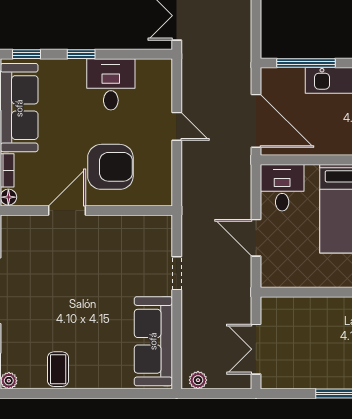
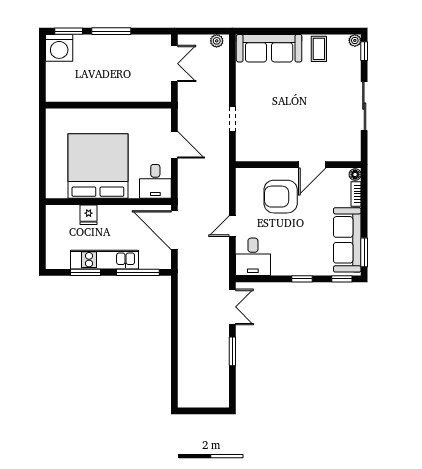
desk: (111, 84) -> (253, 257), moved
door: (177, 126) -> (232, 226), hinge flipped
sofa: (153, 341) -> (269, 48), moved, turned 90

